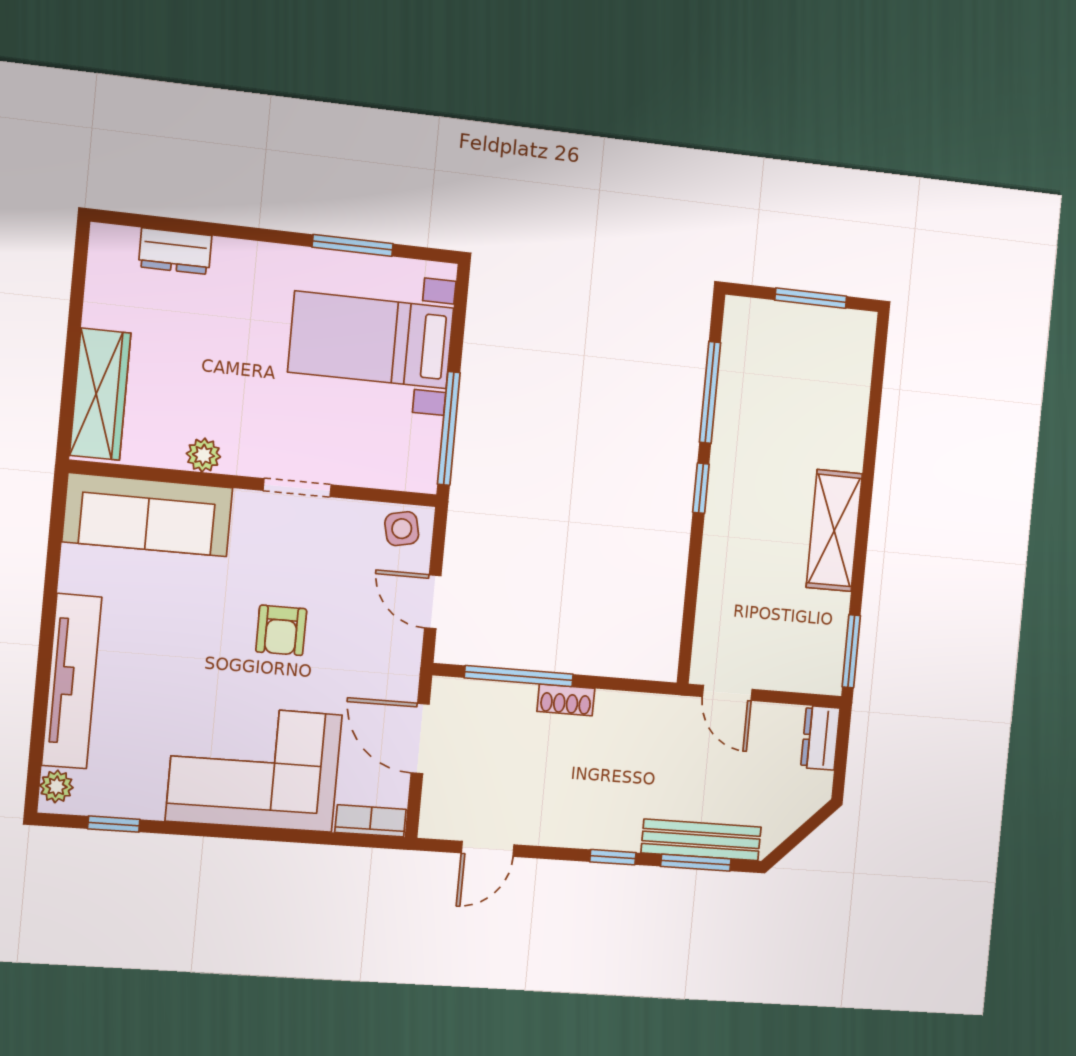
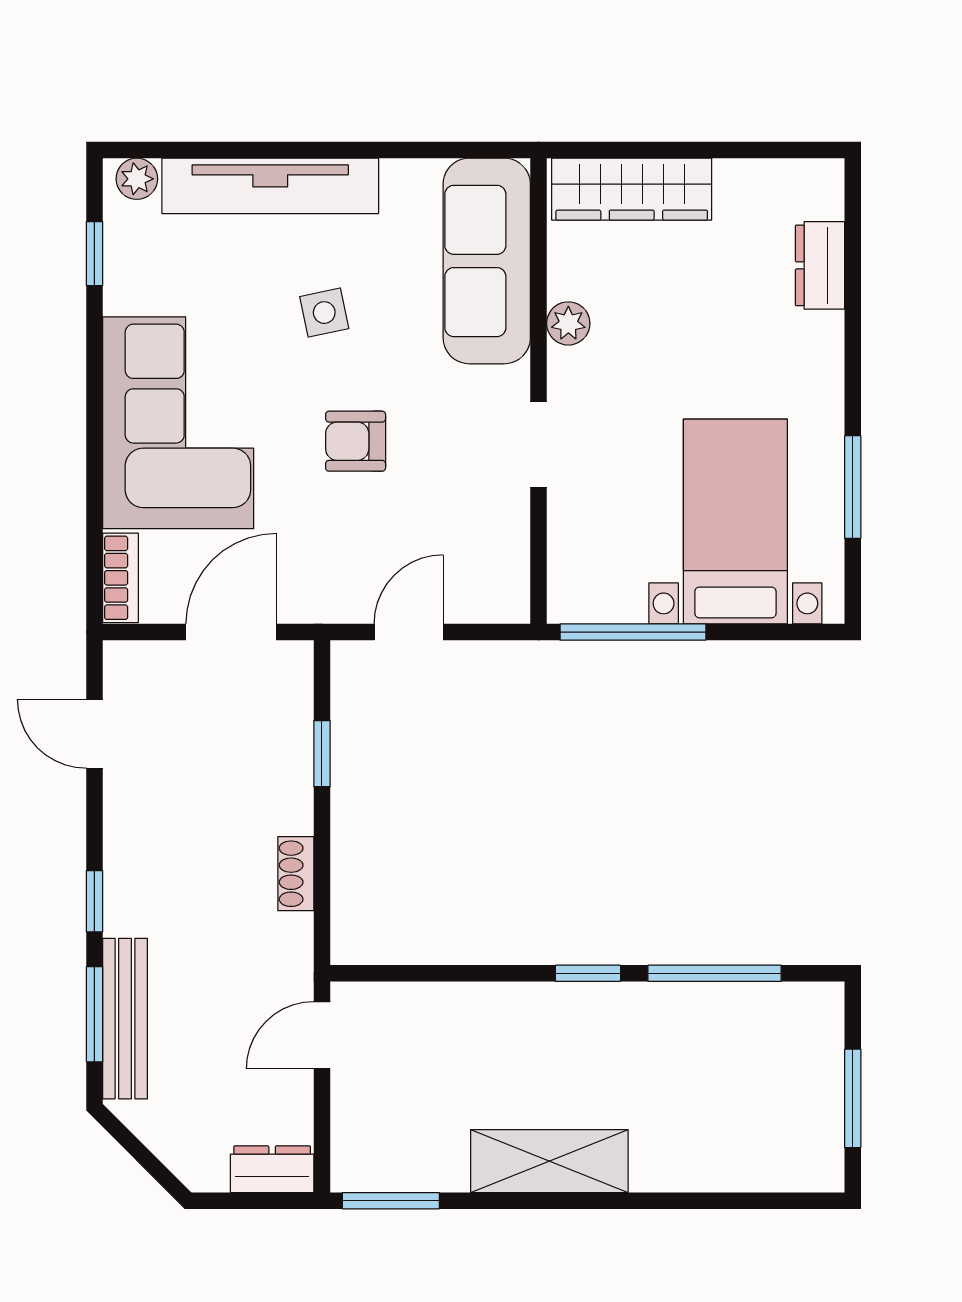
side table: (402, 529) -> (324, 313), moved
window: (519, 676) -> (322, 754), width x0.46
shoe rack: (566, 700) -> (296, 874), moved

